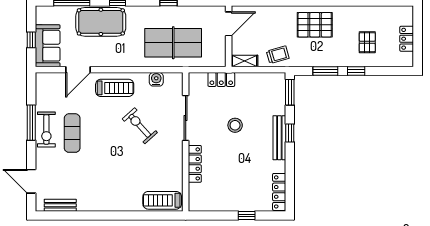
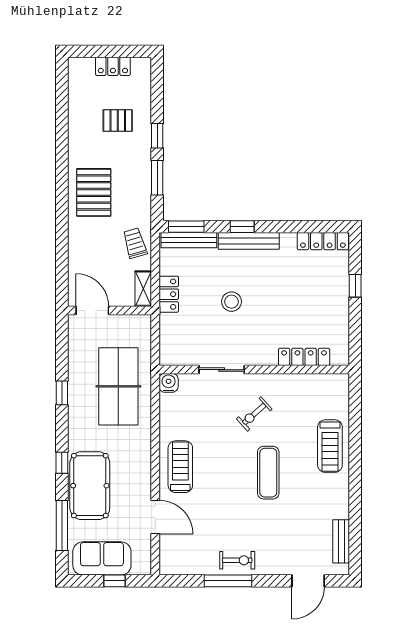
sofa: (48, 46) -> (102, 558), moved
water cooler: (156, 79) -> (169, 383), moved, turned 90
locker: (221, 79) -> (169, 294), moved
bench: (280, 94) -> (189, 240), added
sliding door: (186, 118) -> (222, 370), width x0.73
exercise bike: (140, 126) -> (254, 414), moved, width x0.73, depth x0.72
exercise bike: (46, 129) -> (237, 560), width x0.73, depth x0.72
exercise mat: (72, 133) -> (268, 473), moved, turned 90
locker: (195, 164) -> (304, 357), moved
treadmill: (162, 200) -> (330, 446), moved

